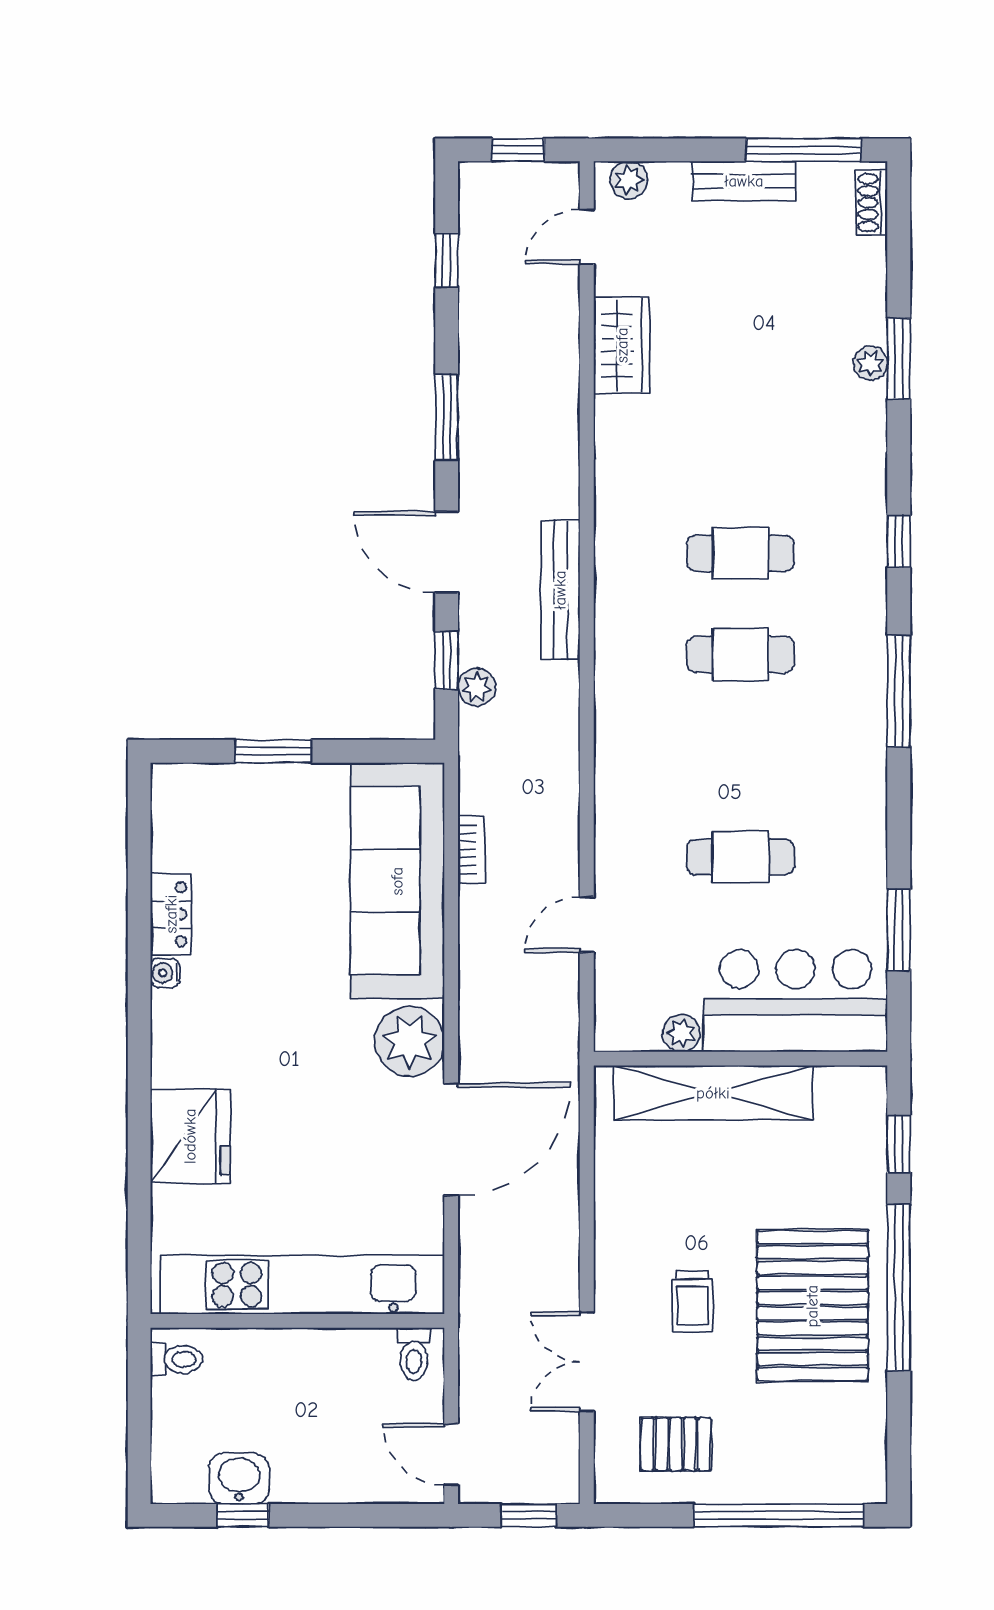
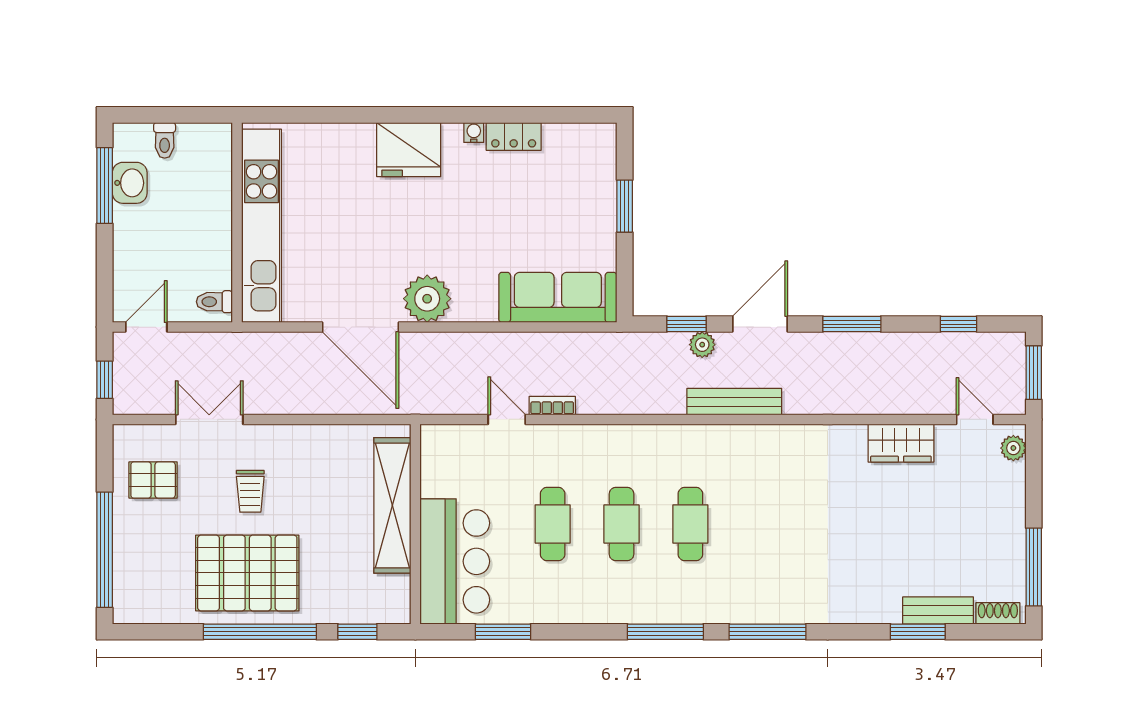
window: (518, 150) -> (1034, 373), width x1.50
bench: (744, 181) -> (938, 610), moved, turned 90
window: (899, 359) -> (918, 632), moved
plant: (870, 363) -> (889, 612), removed
window: (899, 541) -> (768, 632), width x2.17
cafe table: (740, 553) -> (622, 524), moved
plant: (477, 687) -> (702, 345), moved
bookcase: (471, 849) -> (552, 406), moved, turned 180
sofa: (397, 881) -> (558, 297), width x0.74, depth x0.79
plant: (681, 1033) -> (433, 484), removed
fridge: (190, 1136) -> (409, 150), moved
trolley: (692, 1301) -> (250, 491), turned -90
toilet: (177, 1359) -> (165, 140), moved
pallet: (676, 1444) -> (153, 480), turned 90
window: (243, 1515) -> (105, 186), width x2.17

